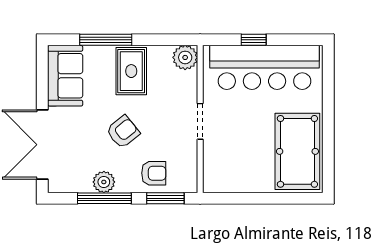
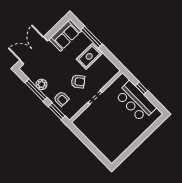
plant: (185, 57) -> (112, 71), removed
bar counter: (265, 67) -> (136, 101), width x0.73
armchair: (123, 132) -> (78, 81), moved
pool table: (297, 151) -> (118, 141), removed

